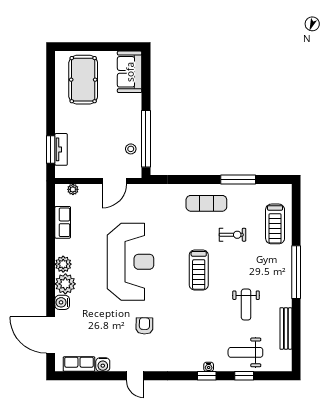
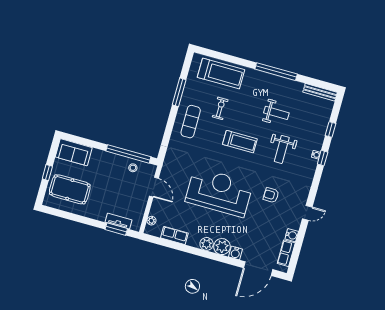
window: (96, 47) -> (47, 173), added
treadmill: (275, 224) -> (221, 74), width x1.37, depth x1.38
window: (296, 272) -> (276, 72), moved
bench: (286, 328) -> (320, 92), moved
weight bench: (245, 352) -> (282, 149), moved

